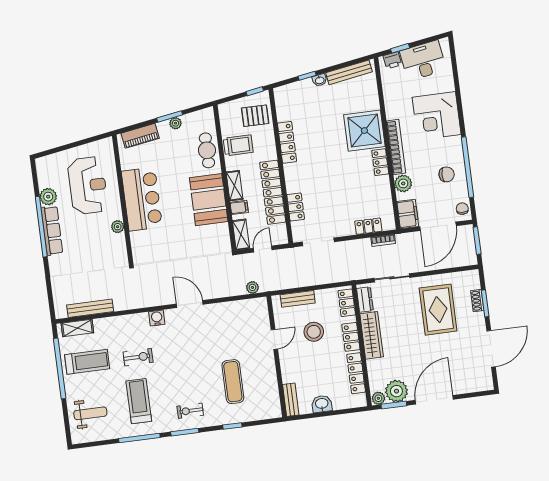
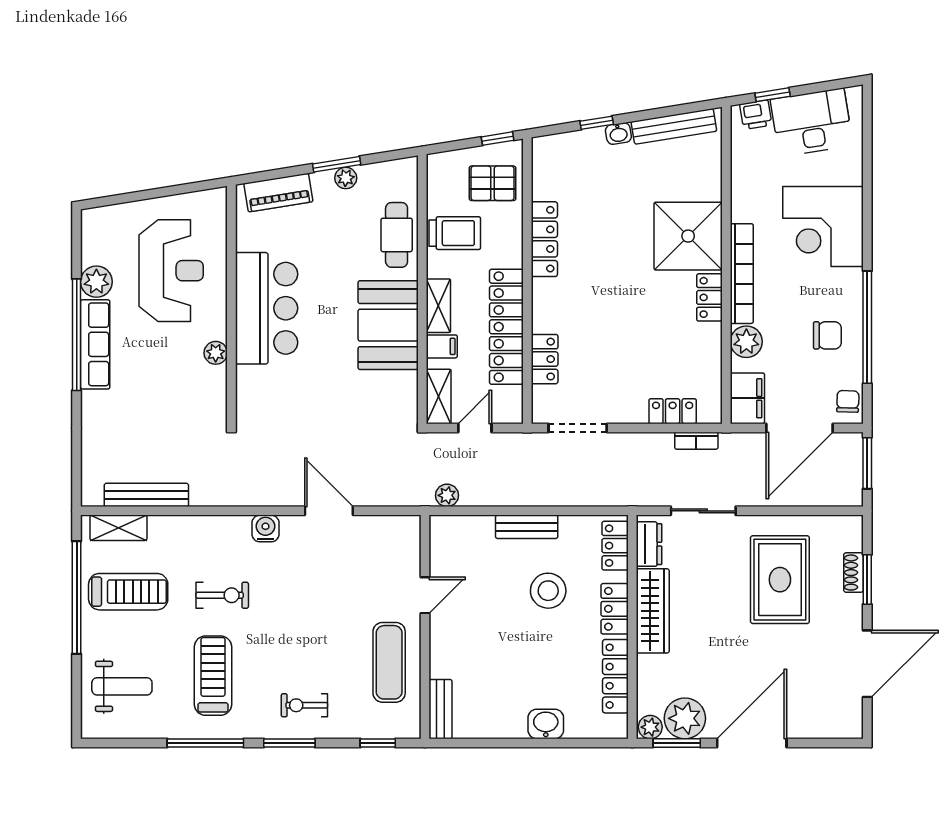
door: (274, 339) -> (425, 595), moved
wall: (277, 357) -> (425, 627), moved
bench: (291, 400) -> (440, 709), moved

